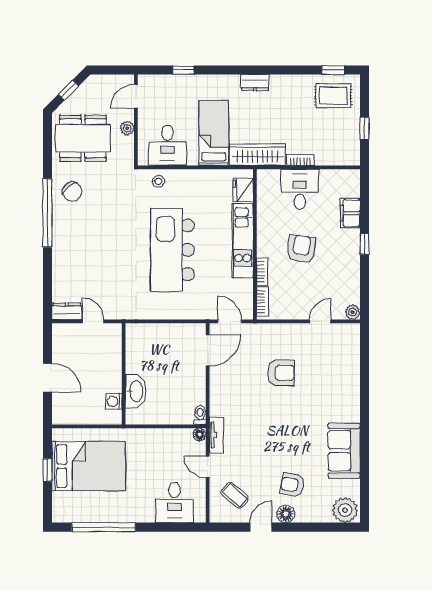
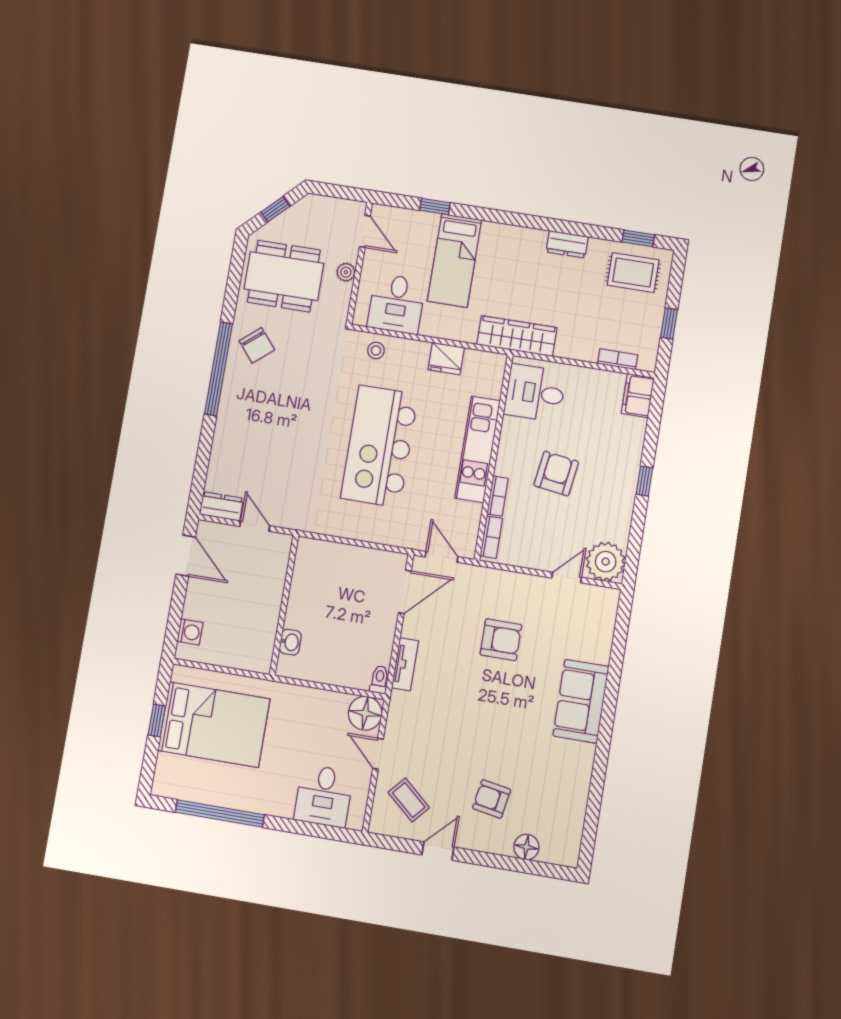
dresser: (255, 83) -> (567, 244), moved
door: (136, 96) -> (365, 231), swing flipped
bed: (214, 133) -> (454, 260), moved, turned 180
bookcase: (301, 160) -> (618, 359), moved
desk: (300, 189) -> (535, 393), moved, turned -90
fridge: (243, 190) -> (446, 359), moved, turned -90
filing cabinet: (350, 213) -> (638, 396), moved
plant: (353, 312) -> (606, 562), width x1.88, depth x1.88
door: (47, 378) -> (186, 556), moved
washbasin: (136, 391) -> (290, 642), width x0.52, depth x0.69
washing machine: (114, 401) -> (190, 632), moved, turned 180
floor lamp: (200, 435) -> (365, 713), width x1.89, depth x1.89
tv unit: (216, 435) -> (405, 664), moved
sofa: (344, 451) -> (581, 701), moved
plant: (345, 510) -> (559, 847), removed
floor lamp: (286, 514) -> (526, 847), moved

